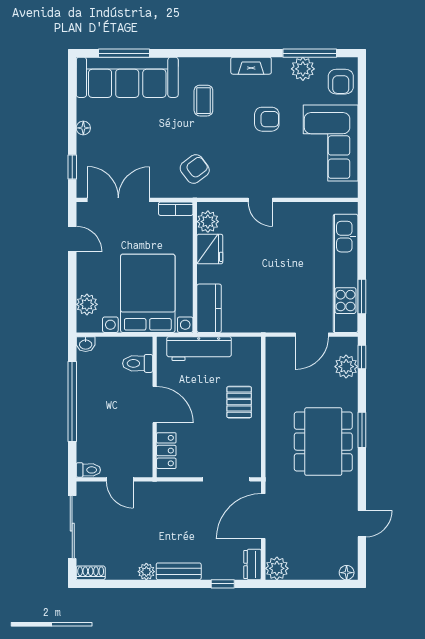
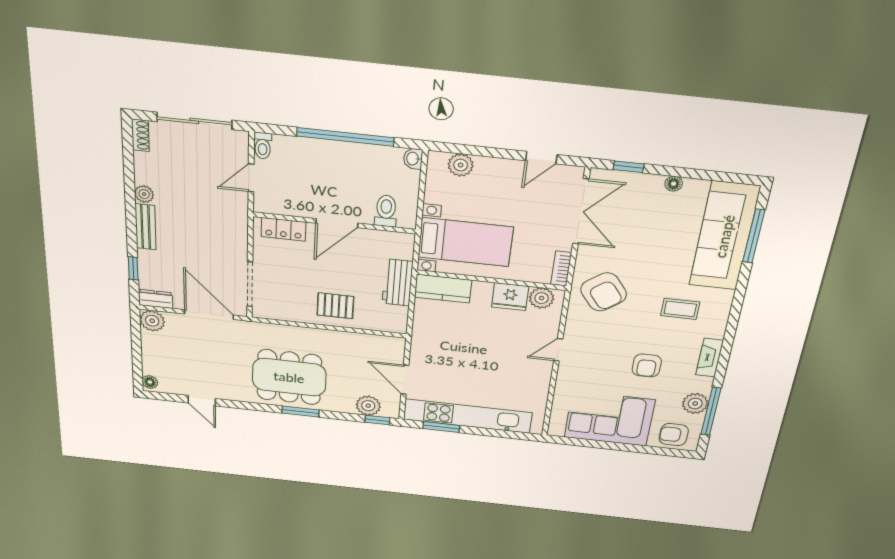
armchair: (195, 169) -> (604, 292), width x1.38, depth x1.38
bed with nightstands: (148, 293) -> (465, 242), width x0.73
workbench: (199, 349) -> (397, 282), width x0.73

